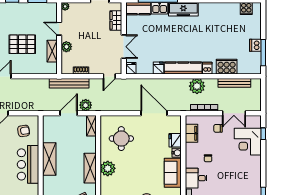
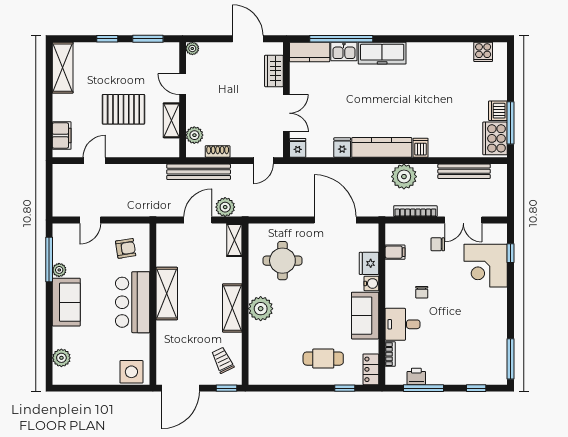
plant: (66, 47) -> (194, 135), moved
cooker: (227, 67) -> (495, 138), moved, turned -90
filing cabinet: (191, 133) -> (395, 252), width x0.50

